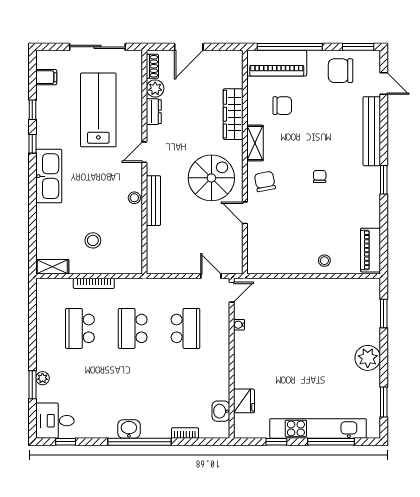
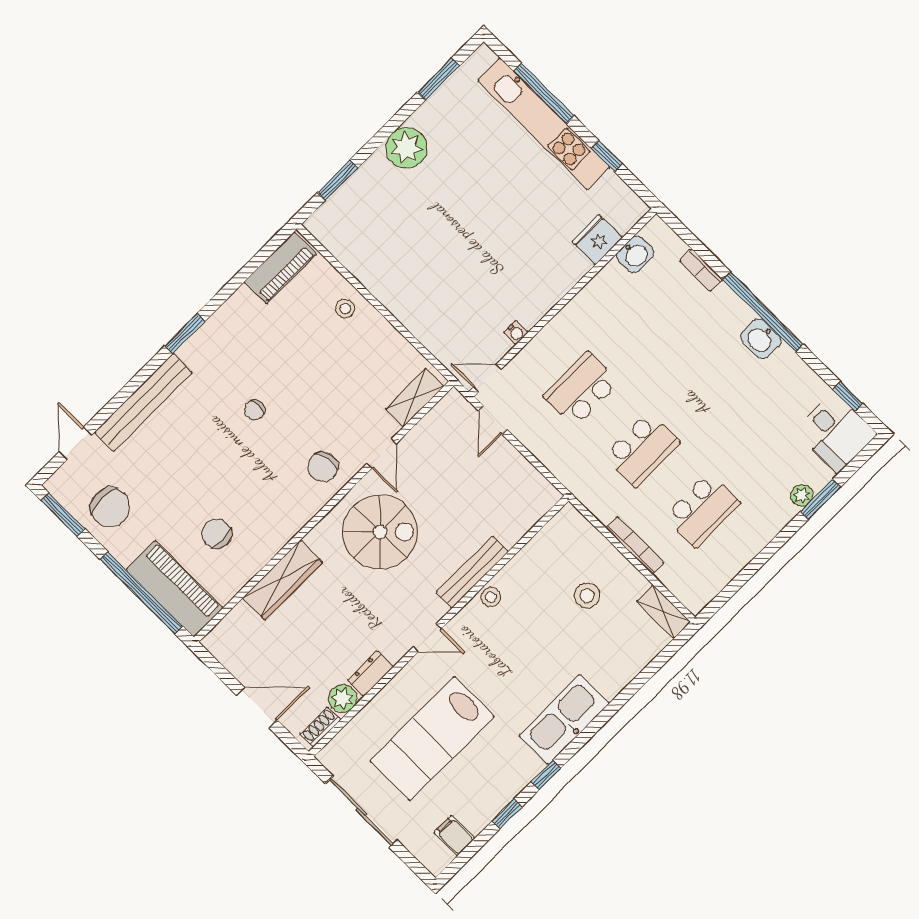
shelving: (255, 143) -> (415, 398), moved
spiral stairs: (211, 178) -> (380, 532), turned 180

